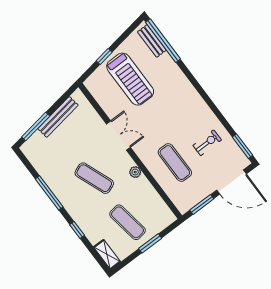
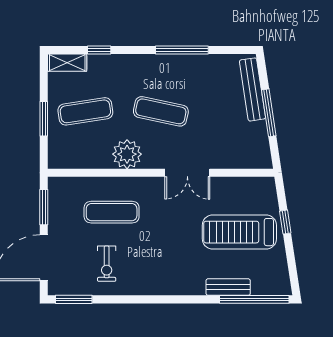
bench: (152, 41) -> (228, 287), moved
bench: (58, 117) -> (252, 89), moved
window: (36, 127) -> (269, 113), moved
plant: (135, 172) -> (127, 154), width x1.88, depth x1.88
exercise mat: (94, 178) -> (161, 111), turned 33
window: (77, 230) -> (99, 50), moved

